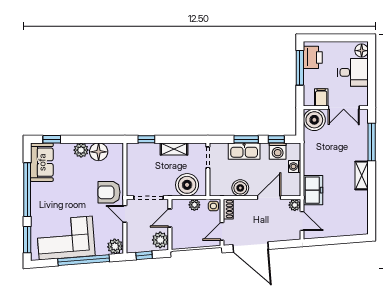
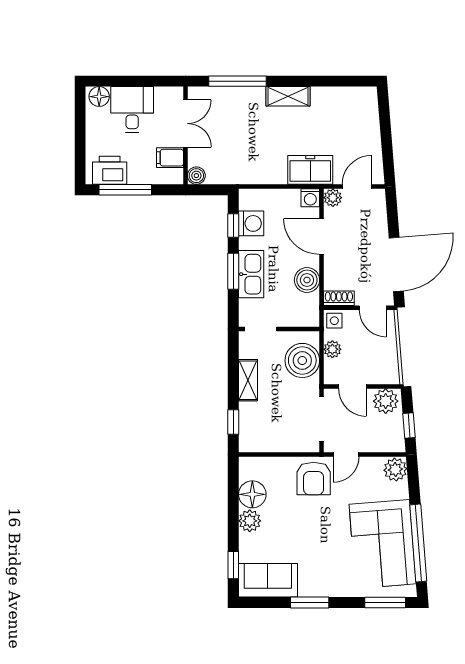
boiler: (314, 120) -> (196, 176), width x0.54, depth x0.54
washing machine: (295, 166) -> (310, 198), moved
window: (27, 190) -> (310, 602), width x0.47
window: (84, 260) -> (418, 543), moved

